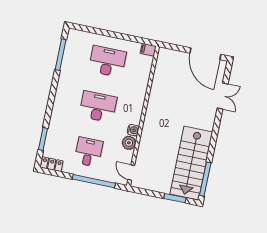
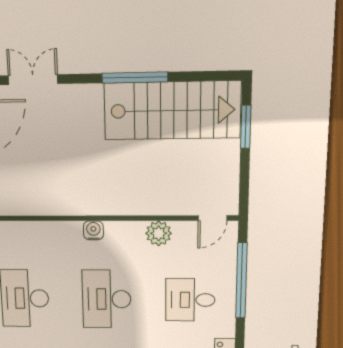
water cooler: (133, 130) -> (93, 230), moved
window: (205, 179) -> (135, 78), moved

